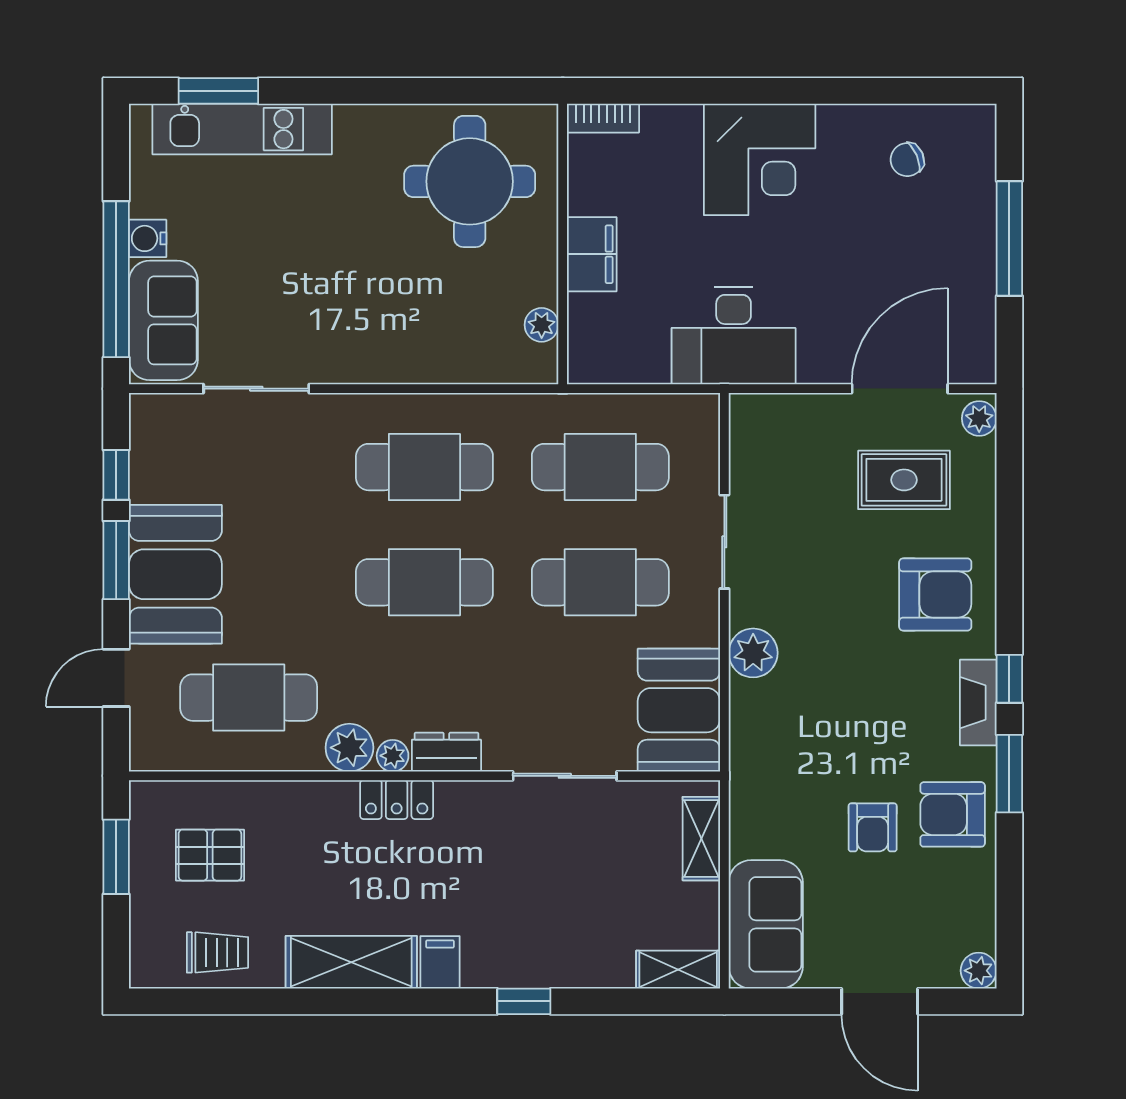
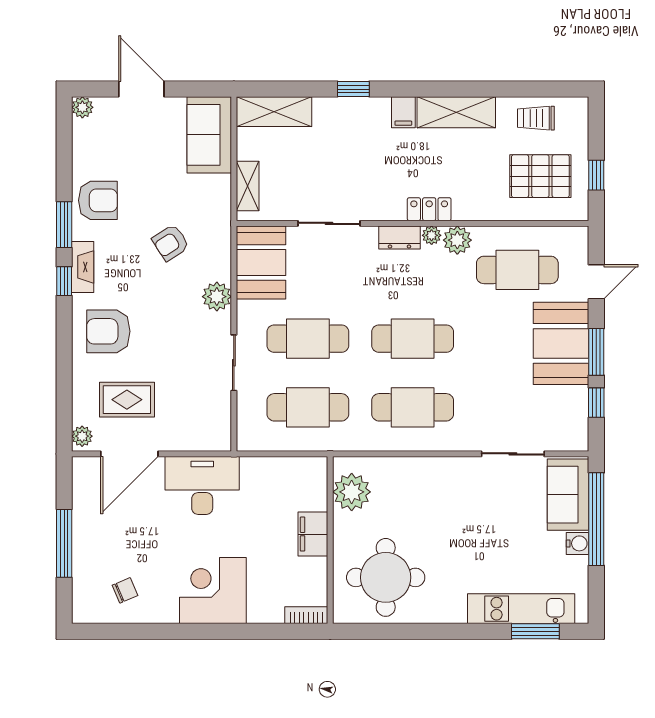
plant: (542, 325) -> (352, 492), width x1.88, depth x1.88
desk: (734, 336) -> (202, 485), moved
armchair: (873, 827) -> (171, 243), moved, turned -123
pallet: (210, 855) -> (540, 176), width x1.50, depth x1.42
window: (116, 857) -> (596, 175), width x0.67
shelving: (678, 970) -> (274, 112), width x1.50, depth x1.33

